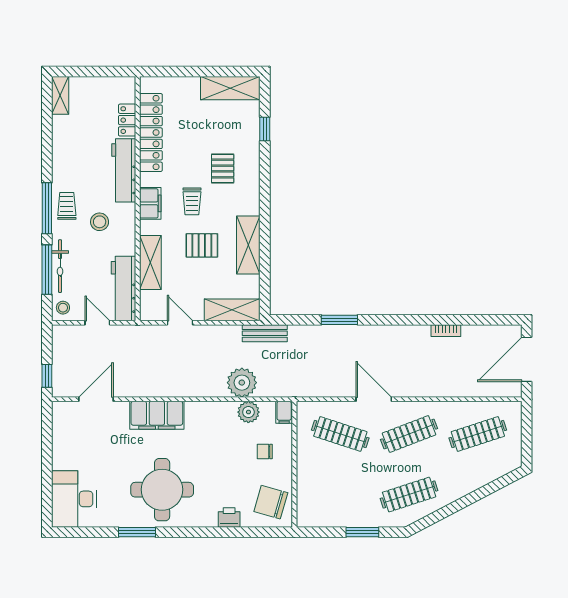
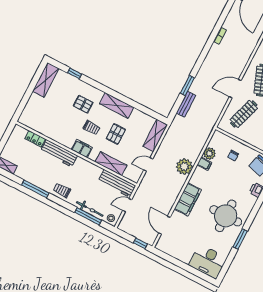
locker: (151, 132) -> (47, 130), removed
window: (47, 208) -> (35, 189), moved
stool: (100, 222) -> (78, 178), removed
shelving: (248, 245) -> (117, 105), moved
bench: (265, 333) -> (186, 104), moved
plant: (242, 383) -> (184, 167), moved
filing cabinet: (284, 412) -> (204, 164), moved

